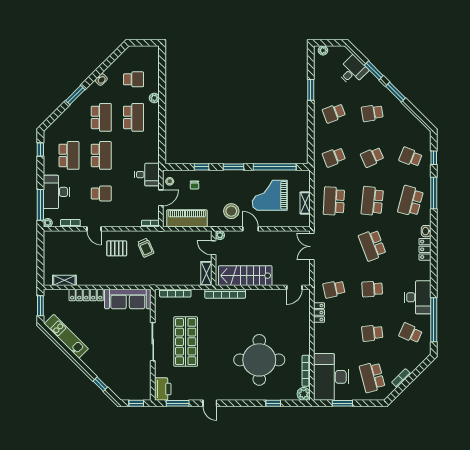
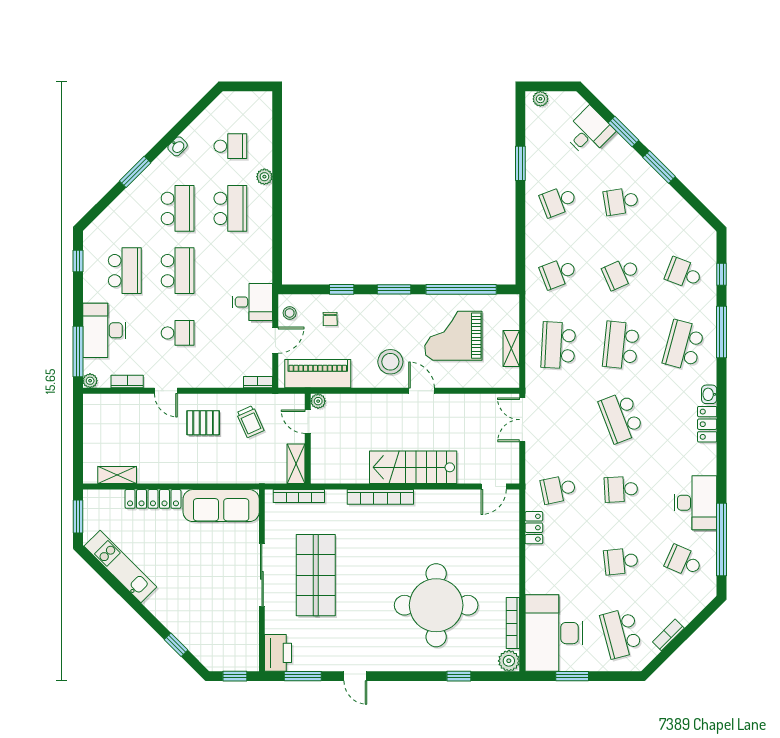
plant: (220, 235) -> (318, 401), moved
door: (214, 248) -> (308, 422), moved
wall: (214, 258) -> (308, 439), moved
shelving: (206, 273) -> (296, 464), moved

